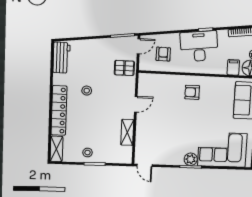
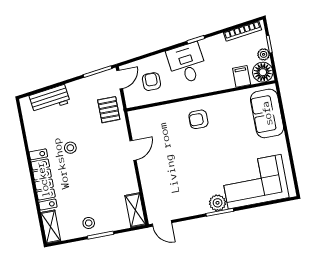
desk: (199, 46) -> (187, 63), width x0.73
workbench: (61, 58) -> (50, 99), moved, turned 83
pallet: (124, 68) -> (109, 110), turned 90
shelving: (127, 132) -> (135, 210), moved

